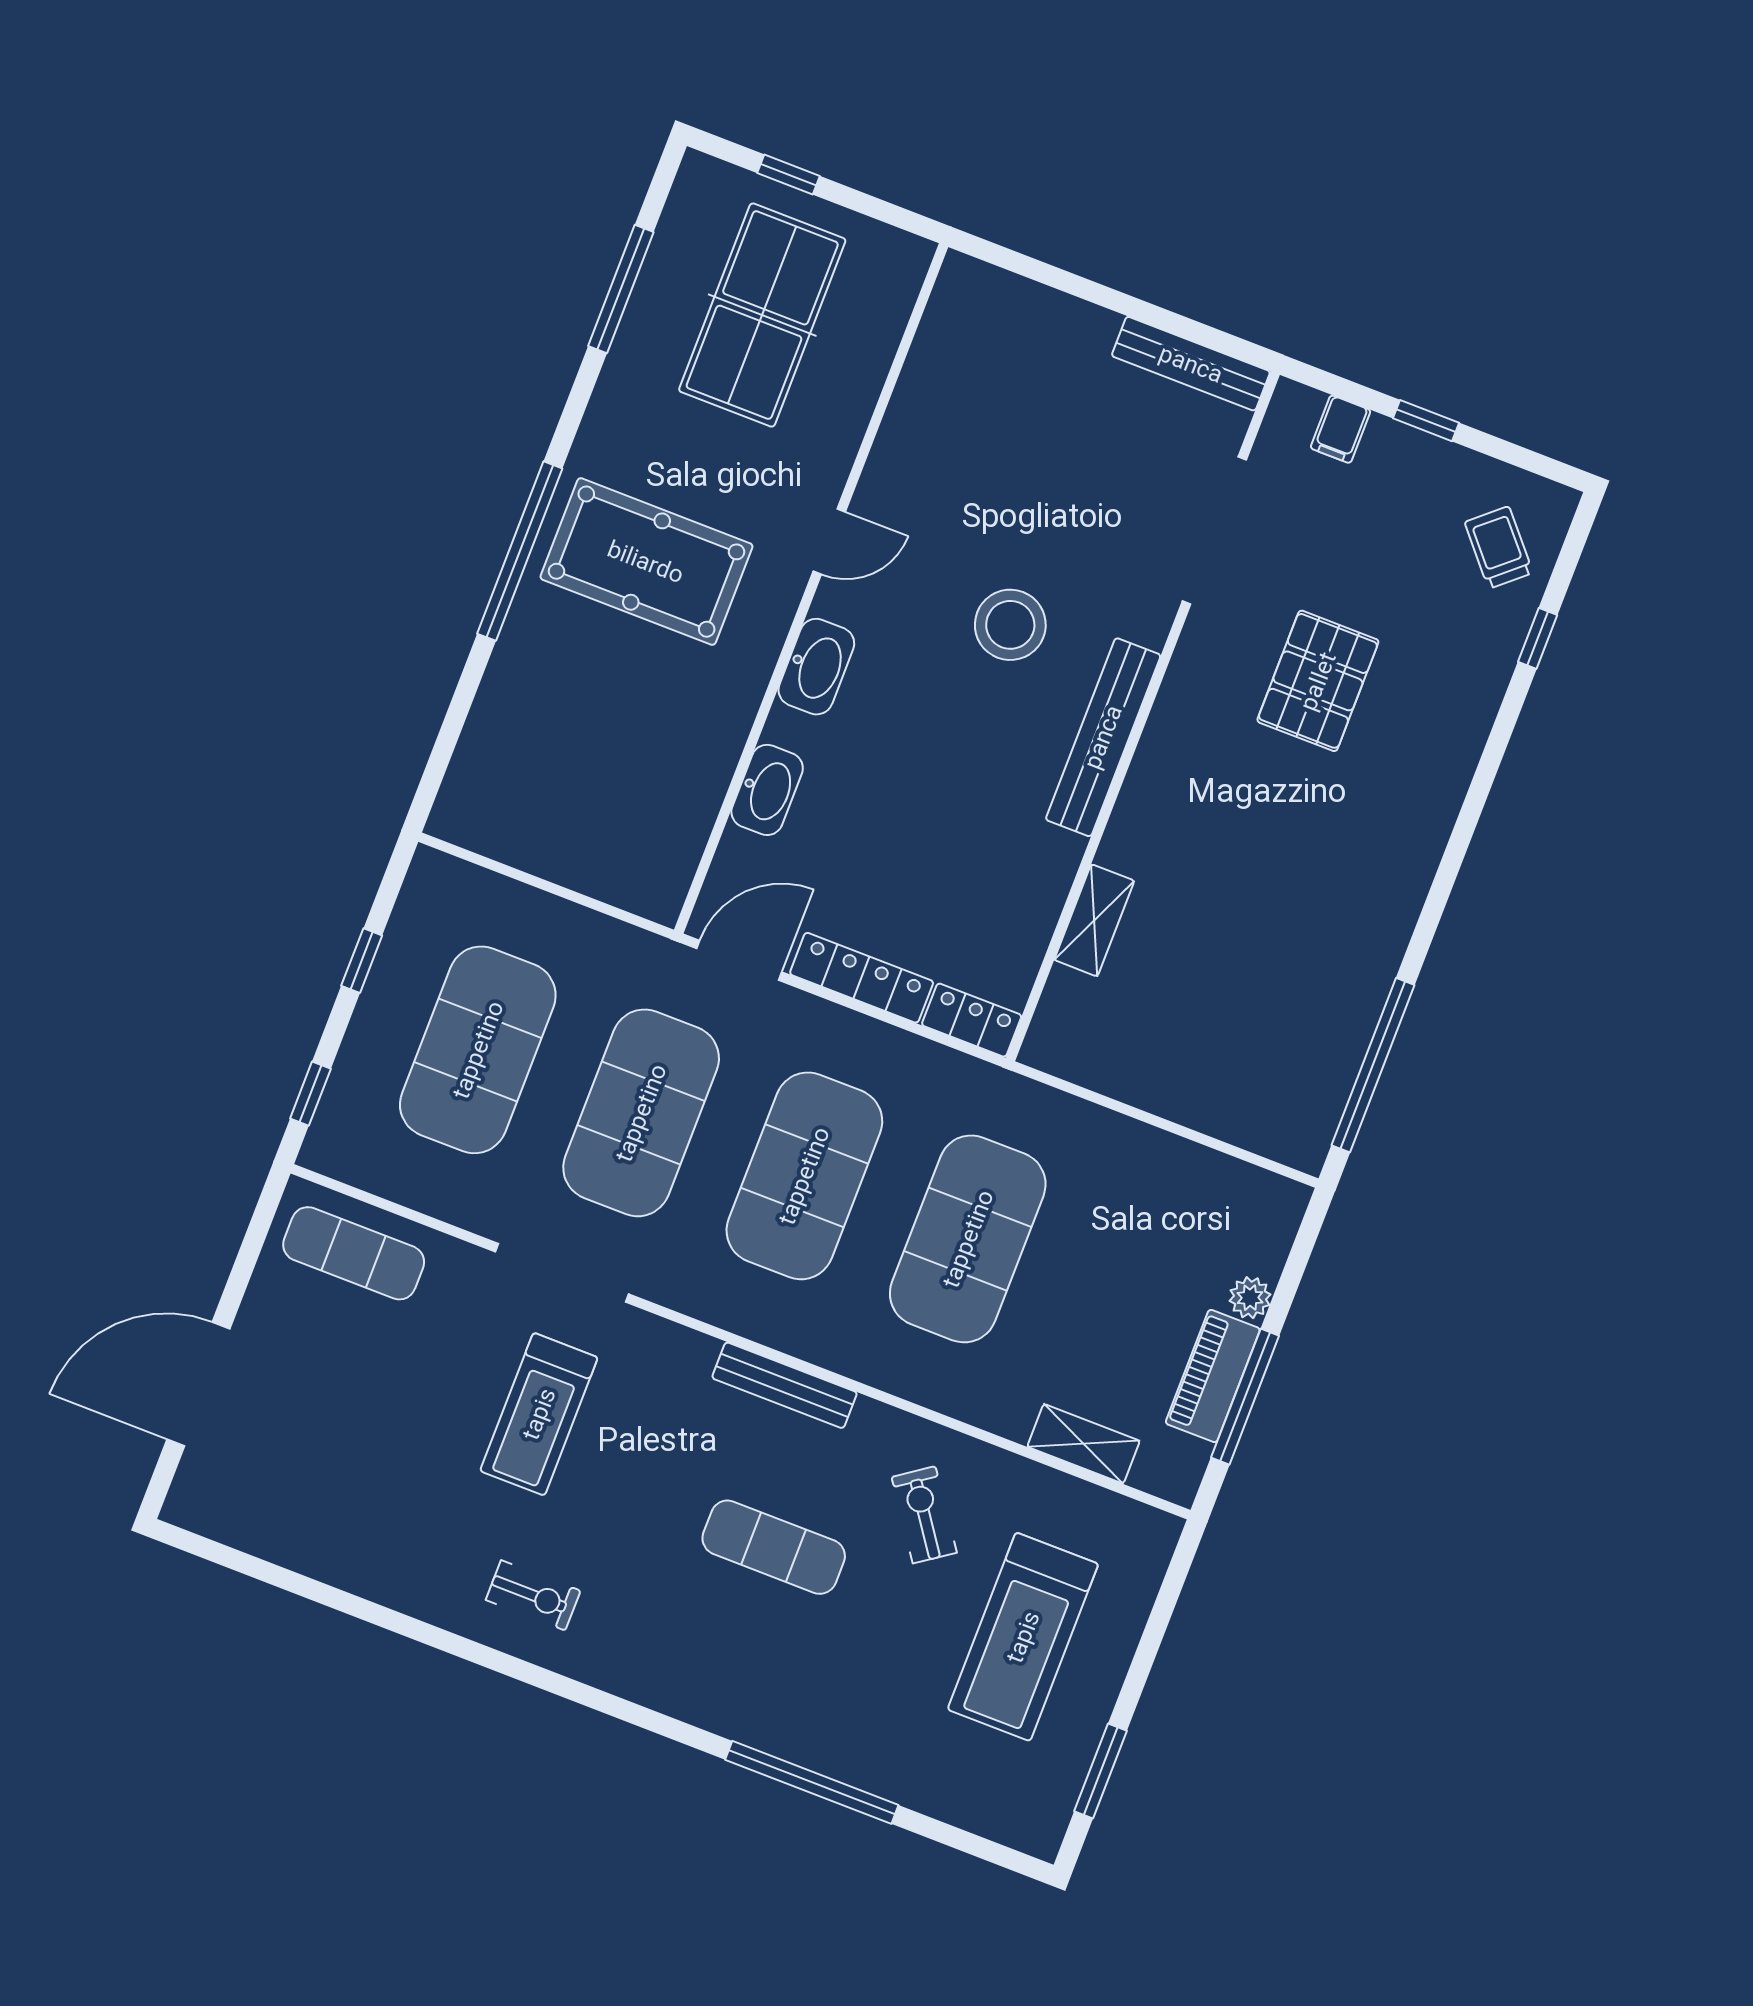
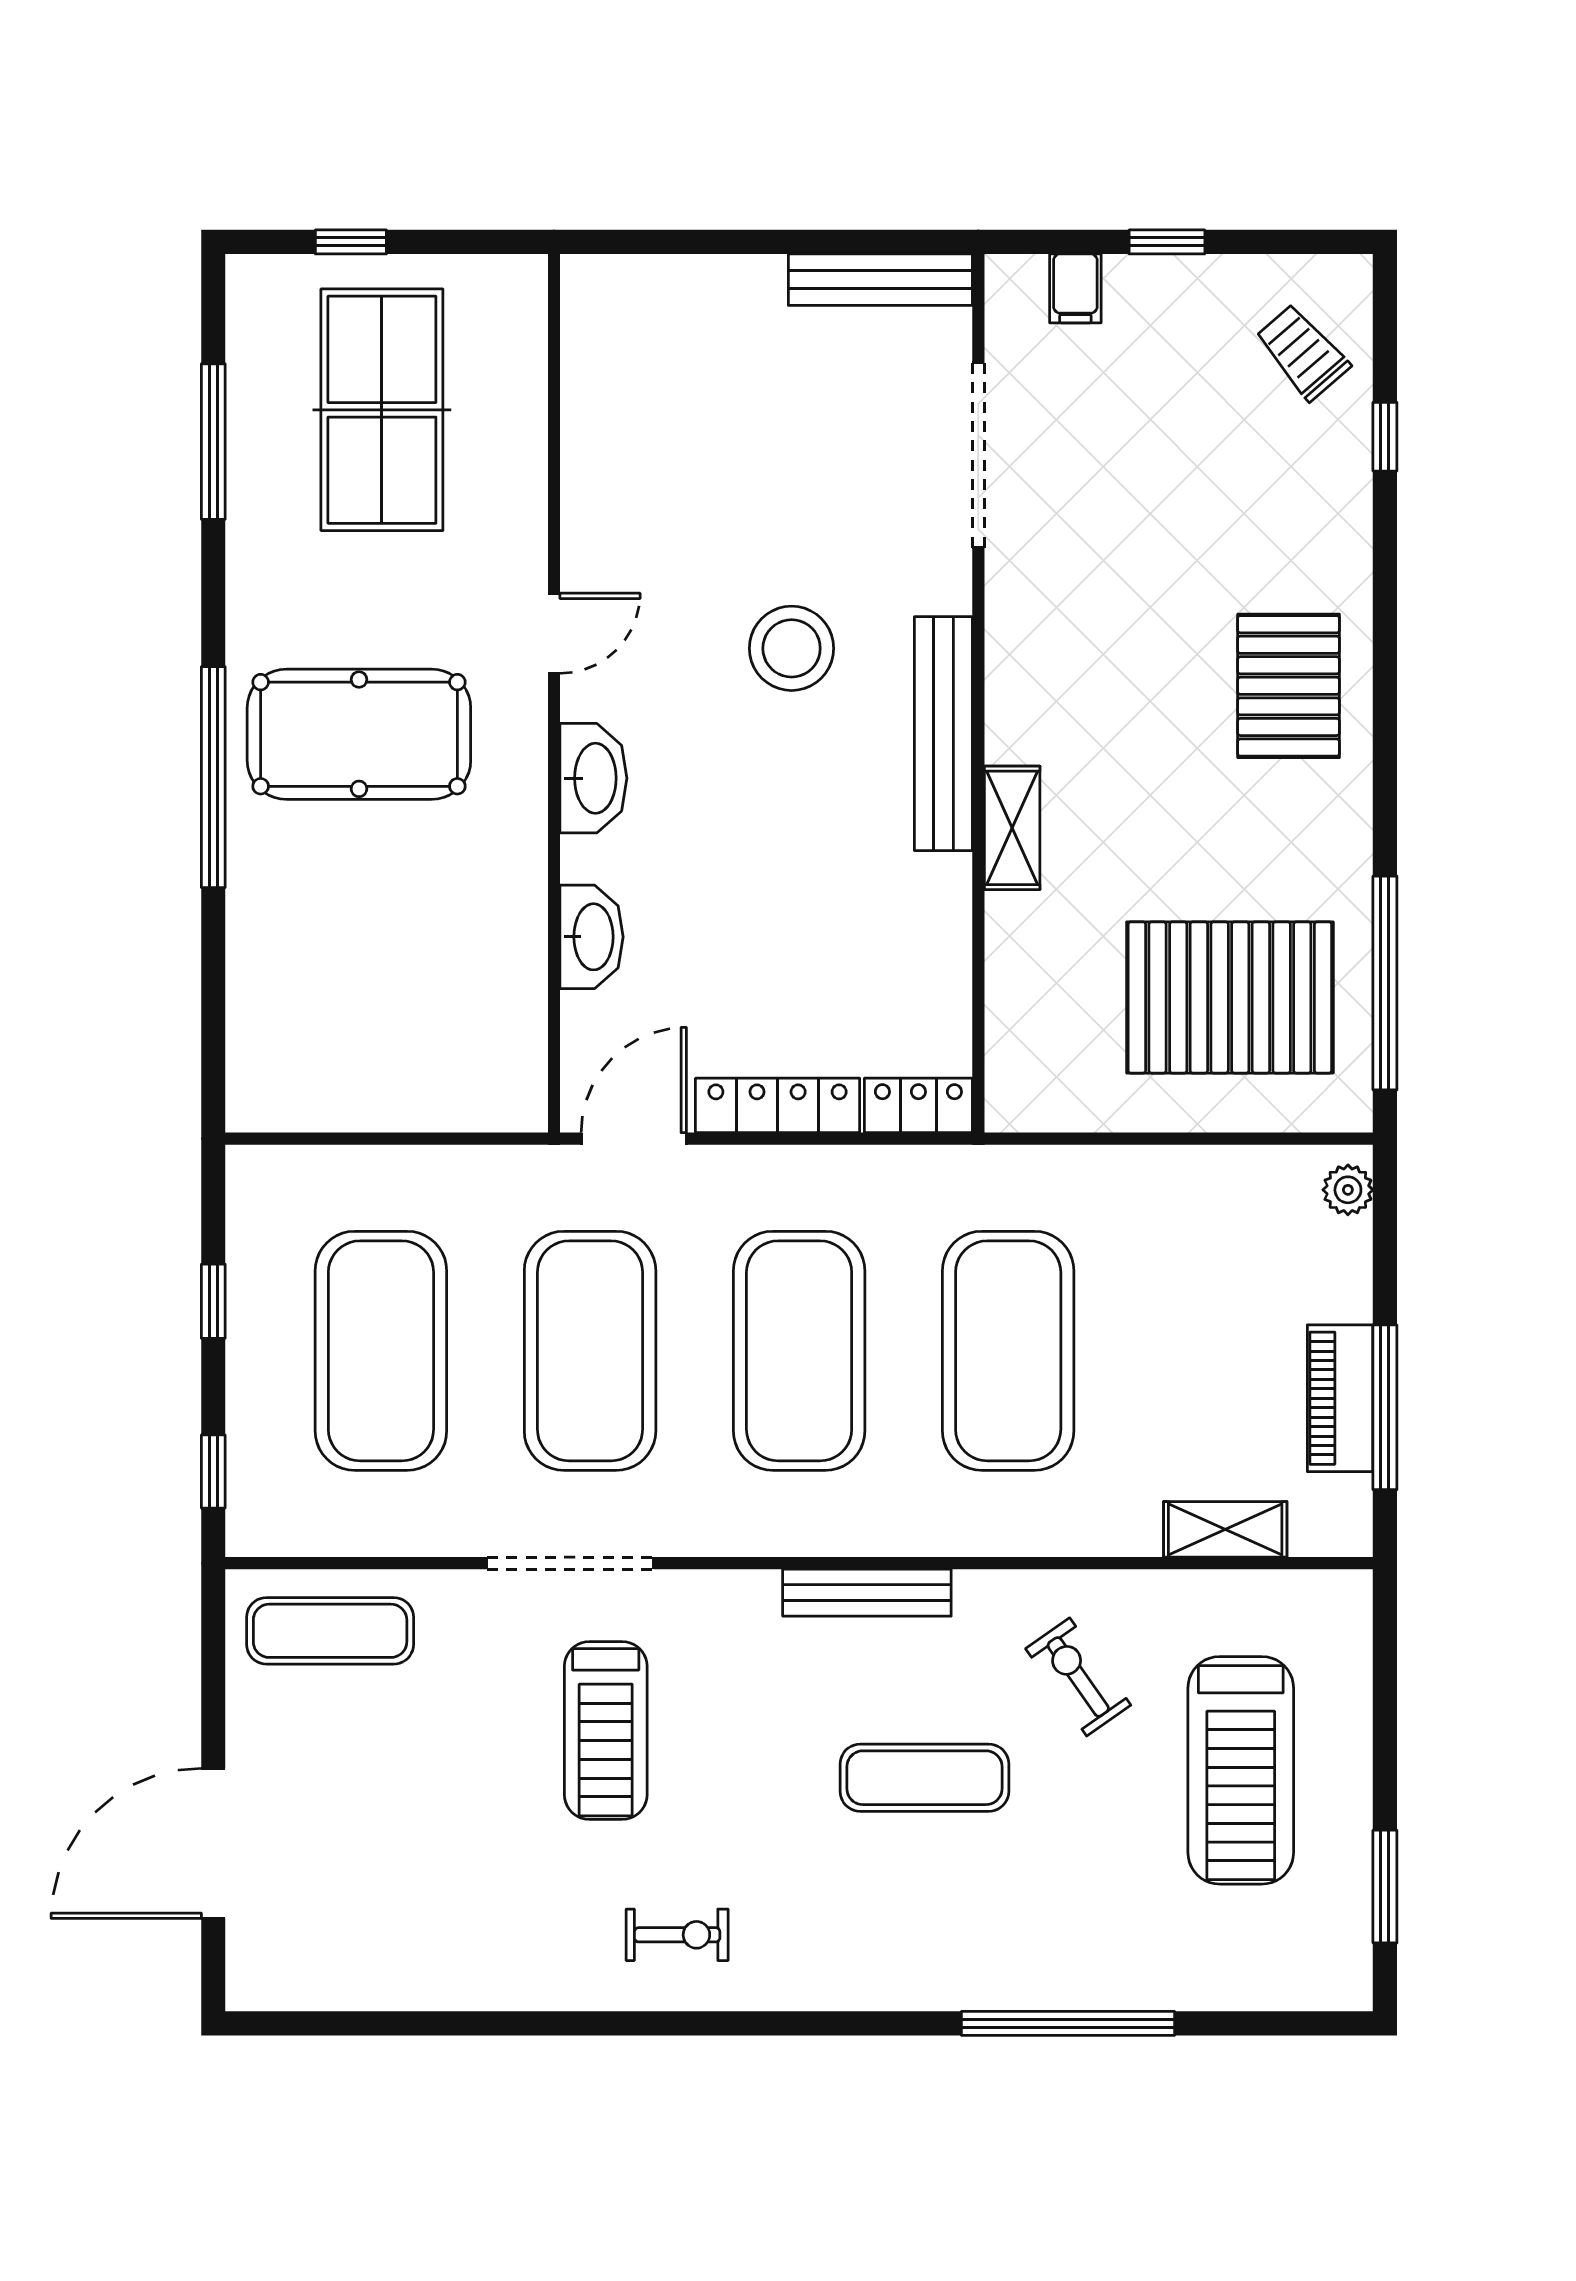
pallet: (1318, 681) -> (1289, 686), moved
shelving: (1094, 920) -> (1012, 828), moved
pallet: (1247, 1030) -> (1230, 997), added
plant: (1250, 1298) -> (1348, 1190), moved

